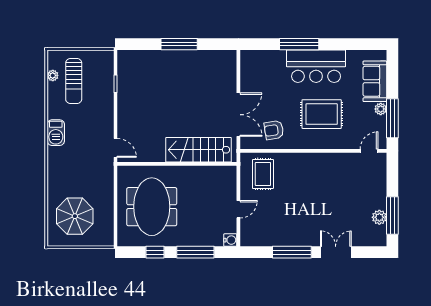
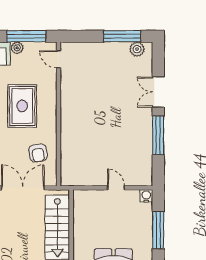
rug: (263, 174) -> (81, 164), removed
plant: (379, 217) -> (137, 49), moved

